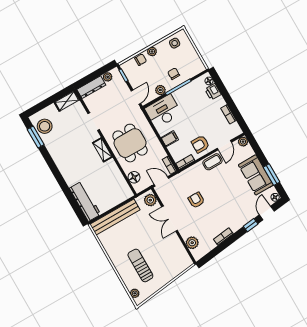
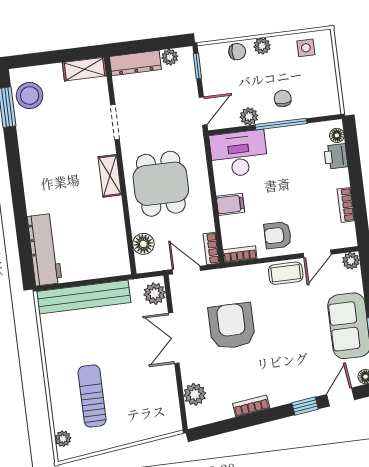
armchair: (196, 200) -> (232, 326), width x1.88, depth x1.88

